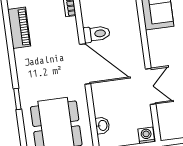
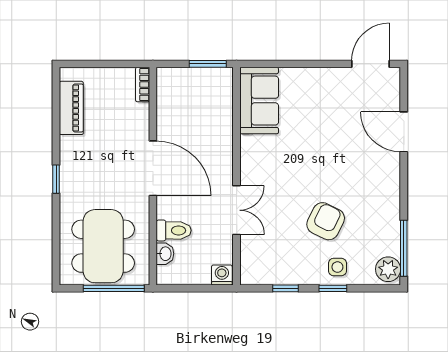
toilet: (96, 34) -> (174, 230), moved
window: (17, 99) -> (56, 179), moved

